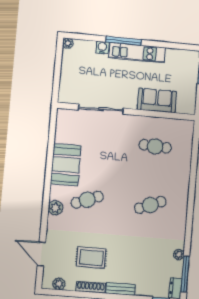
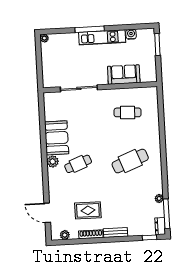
water cooler: (102, 48) -> (131, 34), moved
cafe table: (150, 205) -> (130, 161), width x1.37, depth x1.35
plant: (55, 208) -> (53, 161), moved

